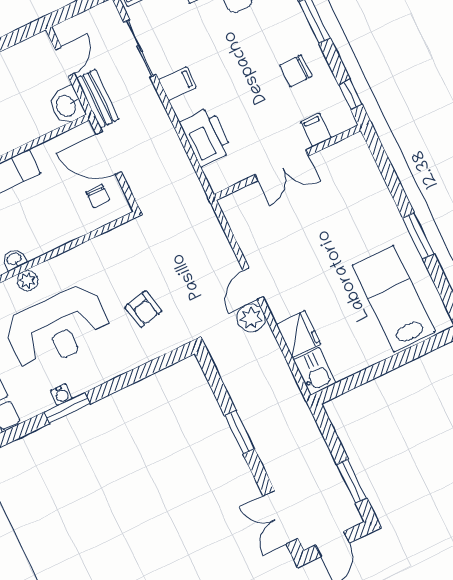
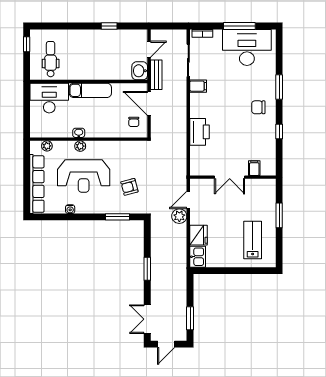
filing cabinet: (316, 130) -> (254, 168), moved
printer: (206, 137) -> (200, 132), moved
wall: (287, 163) -> (233, 177), moved
double door: (282, 165) -> (230, 177), moved
lab bench: (394, 299) -> (253, 240), width x0.73, depth x0.72
armchair: (143, 309) -> (129, 187), turned 87
window: (67, 408) -> (117, 217), moved

